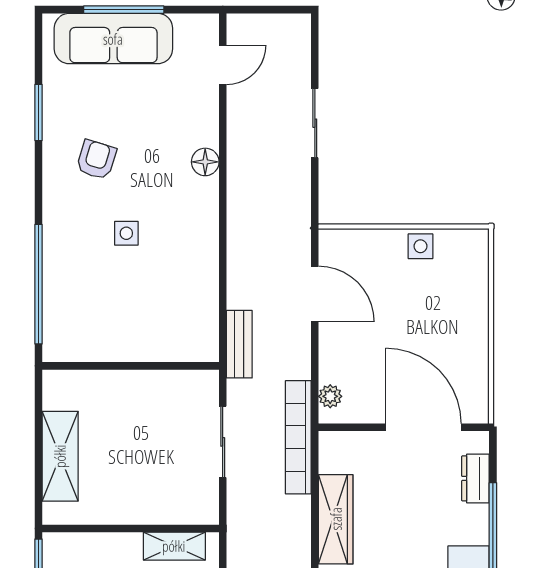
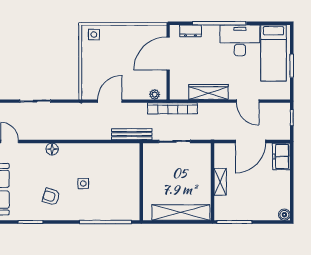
side table: (420, 246) -> (94, 35), moved
bench: (239, 344) -> (132, 134), width x1.36
shelving: (60, 456) -> (181, 213), width x1.47
shelving: (174, 546) -> (220, 182), moved

